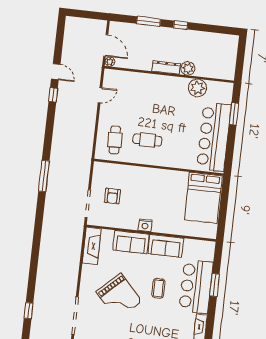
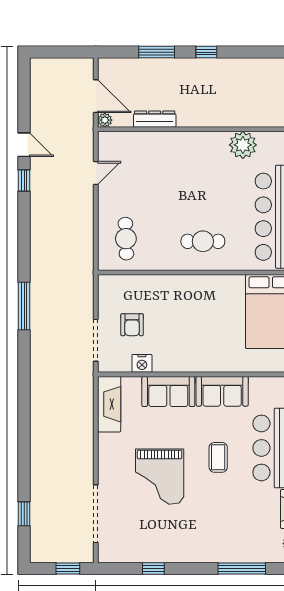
dresser: (166, 67) -> (155, 119), moved
plant: (188, 68) -> (225, 117), removed
cafe table: (147, 140) -> (203, 241), moved
nightstand: (145, 225) -> (142, 363), moved
grand piano: (119, 297) -> (160, 477), turned 43

